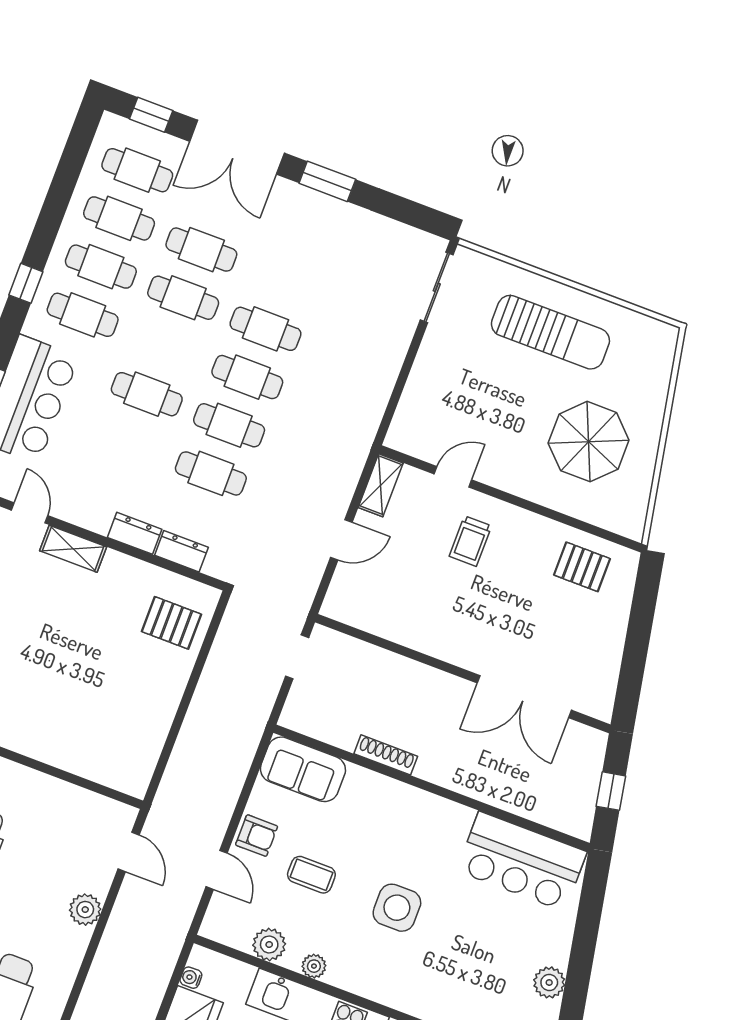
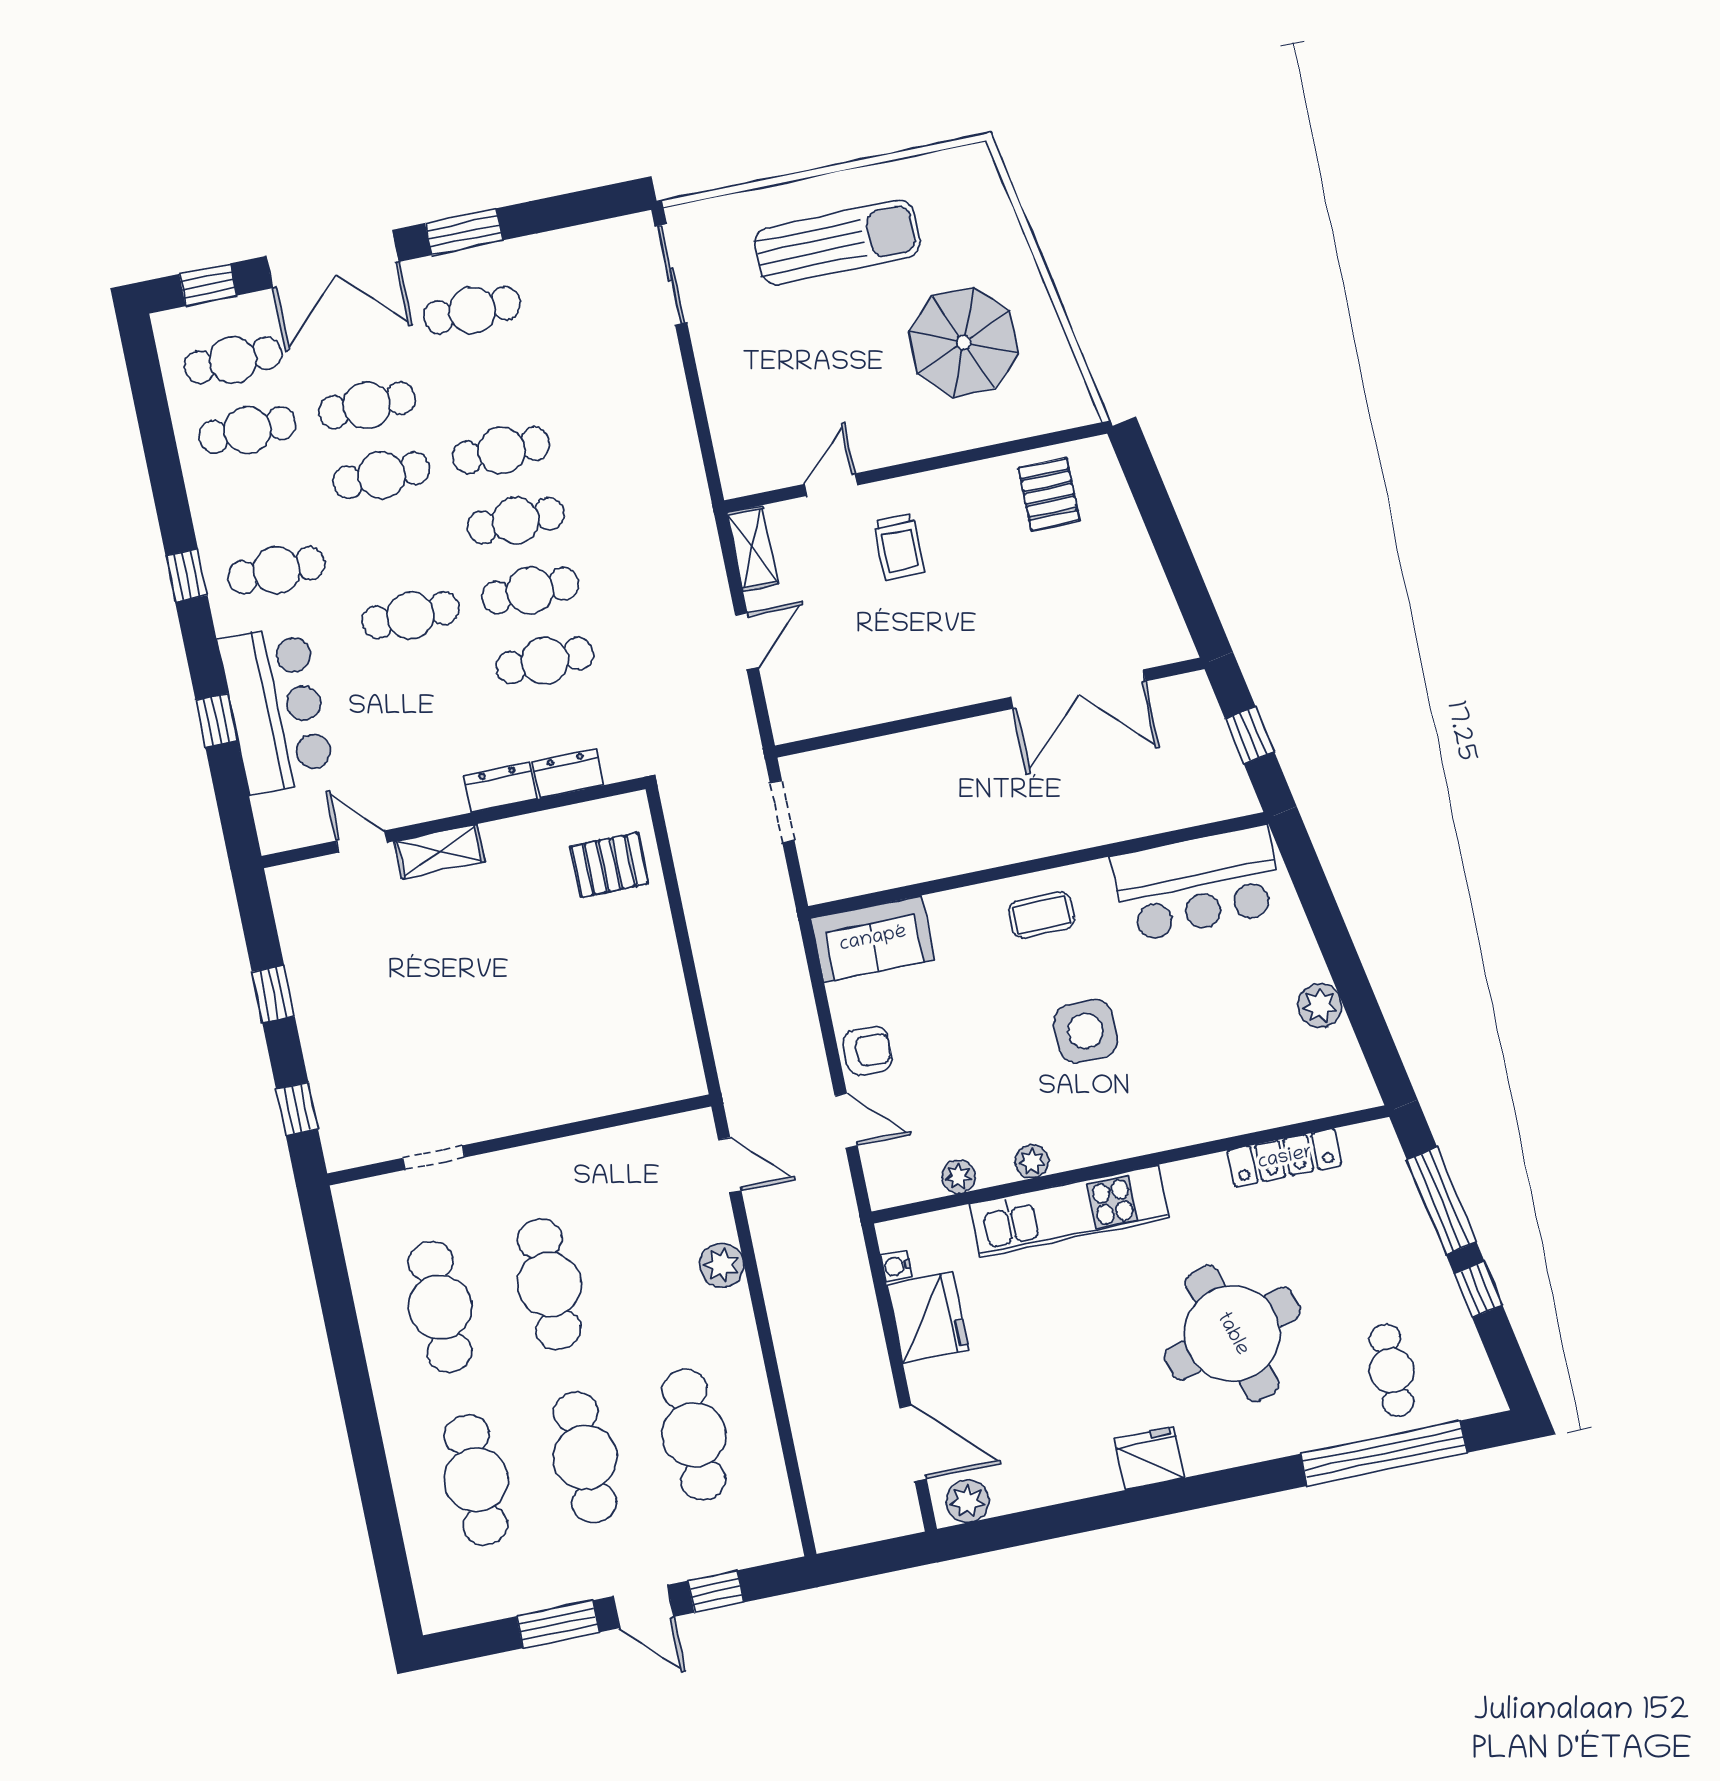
cafe table: (101, 267) -> (472, 310), moved
pallet: (582, 567) -> (1049, 494), turned 90
shoe rack: (386, 755) -> (959, 860), removed
coffee table: (311, 875) -> (1042, 915), moved
plant: (269, 944) -> (958, 1177), width x0.73, depth x0.73

